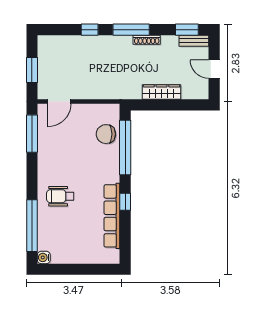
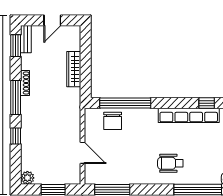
plant: (45, 42) -> (27, 178), added
door: (59, 102) -> (82, 153), moved
wheelchair: (60, 196) -> (170, 163), turned 90
window: (125, 202) -> (207, 103), moved

